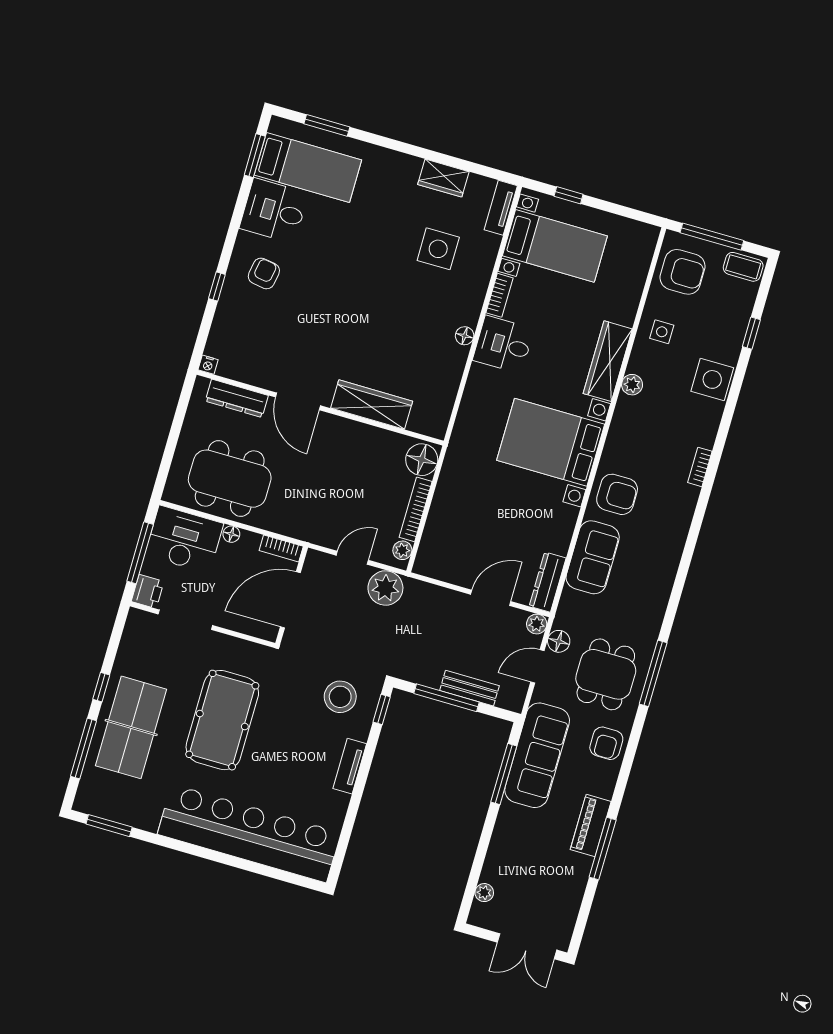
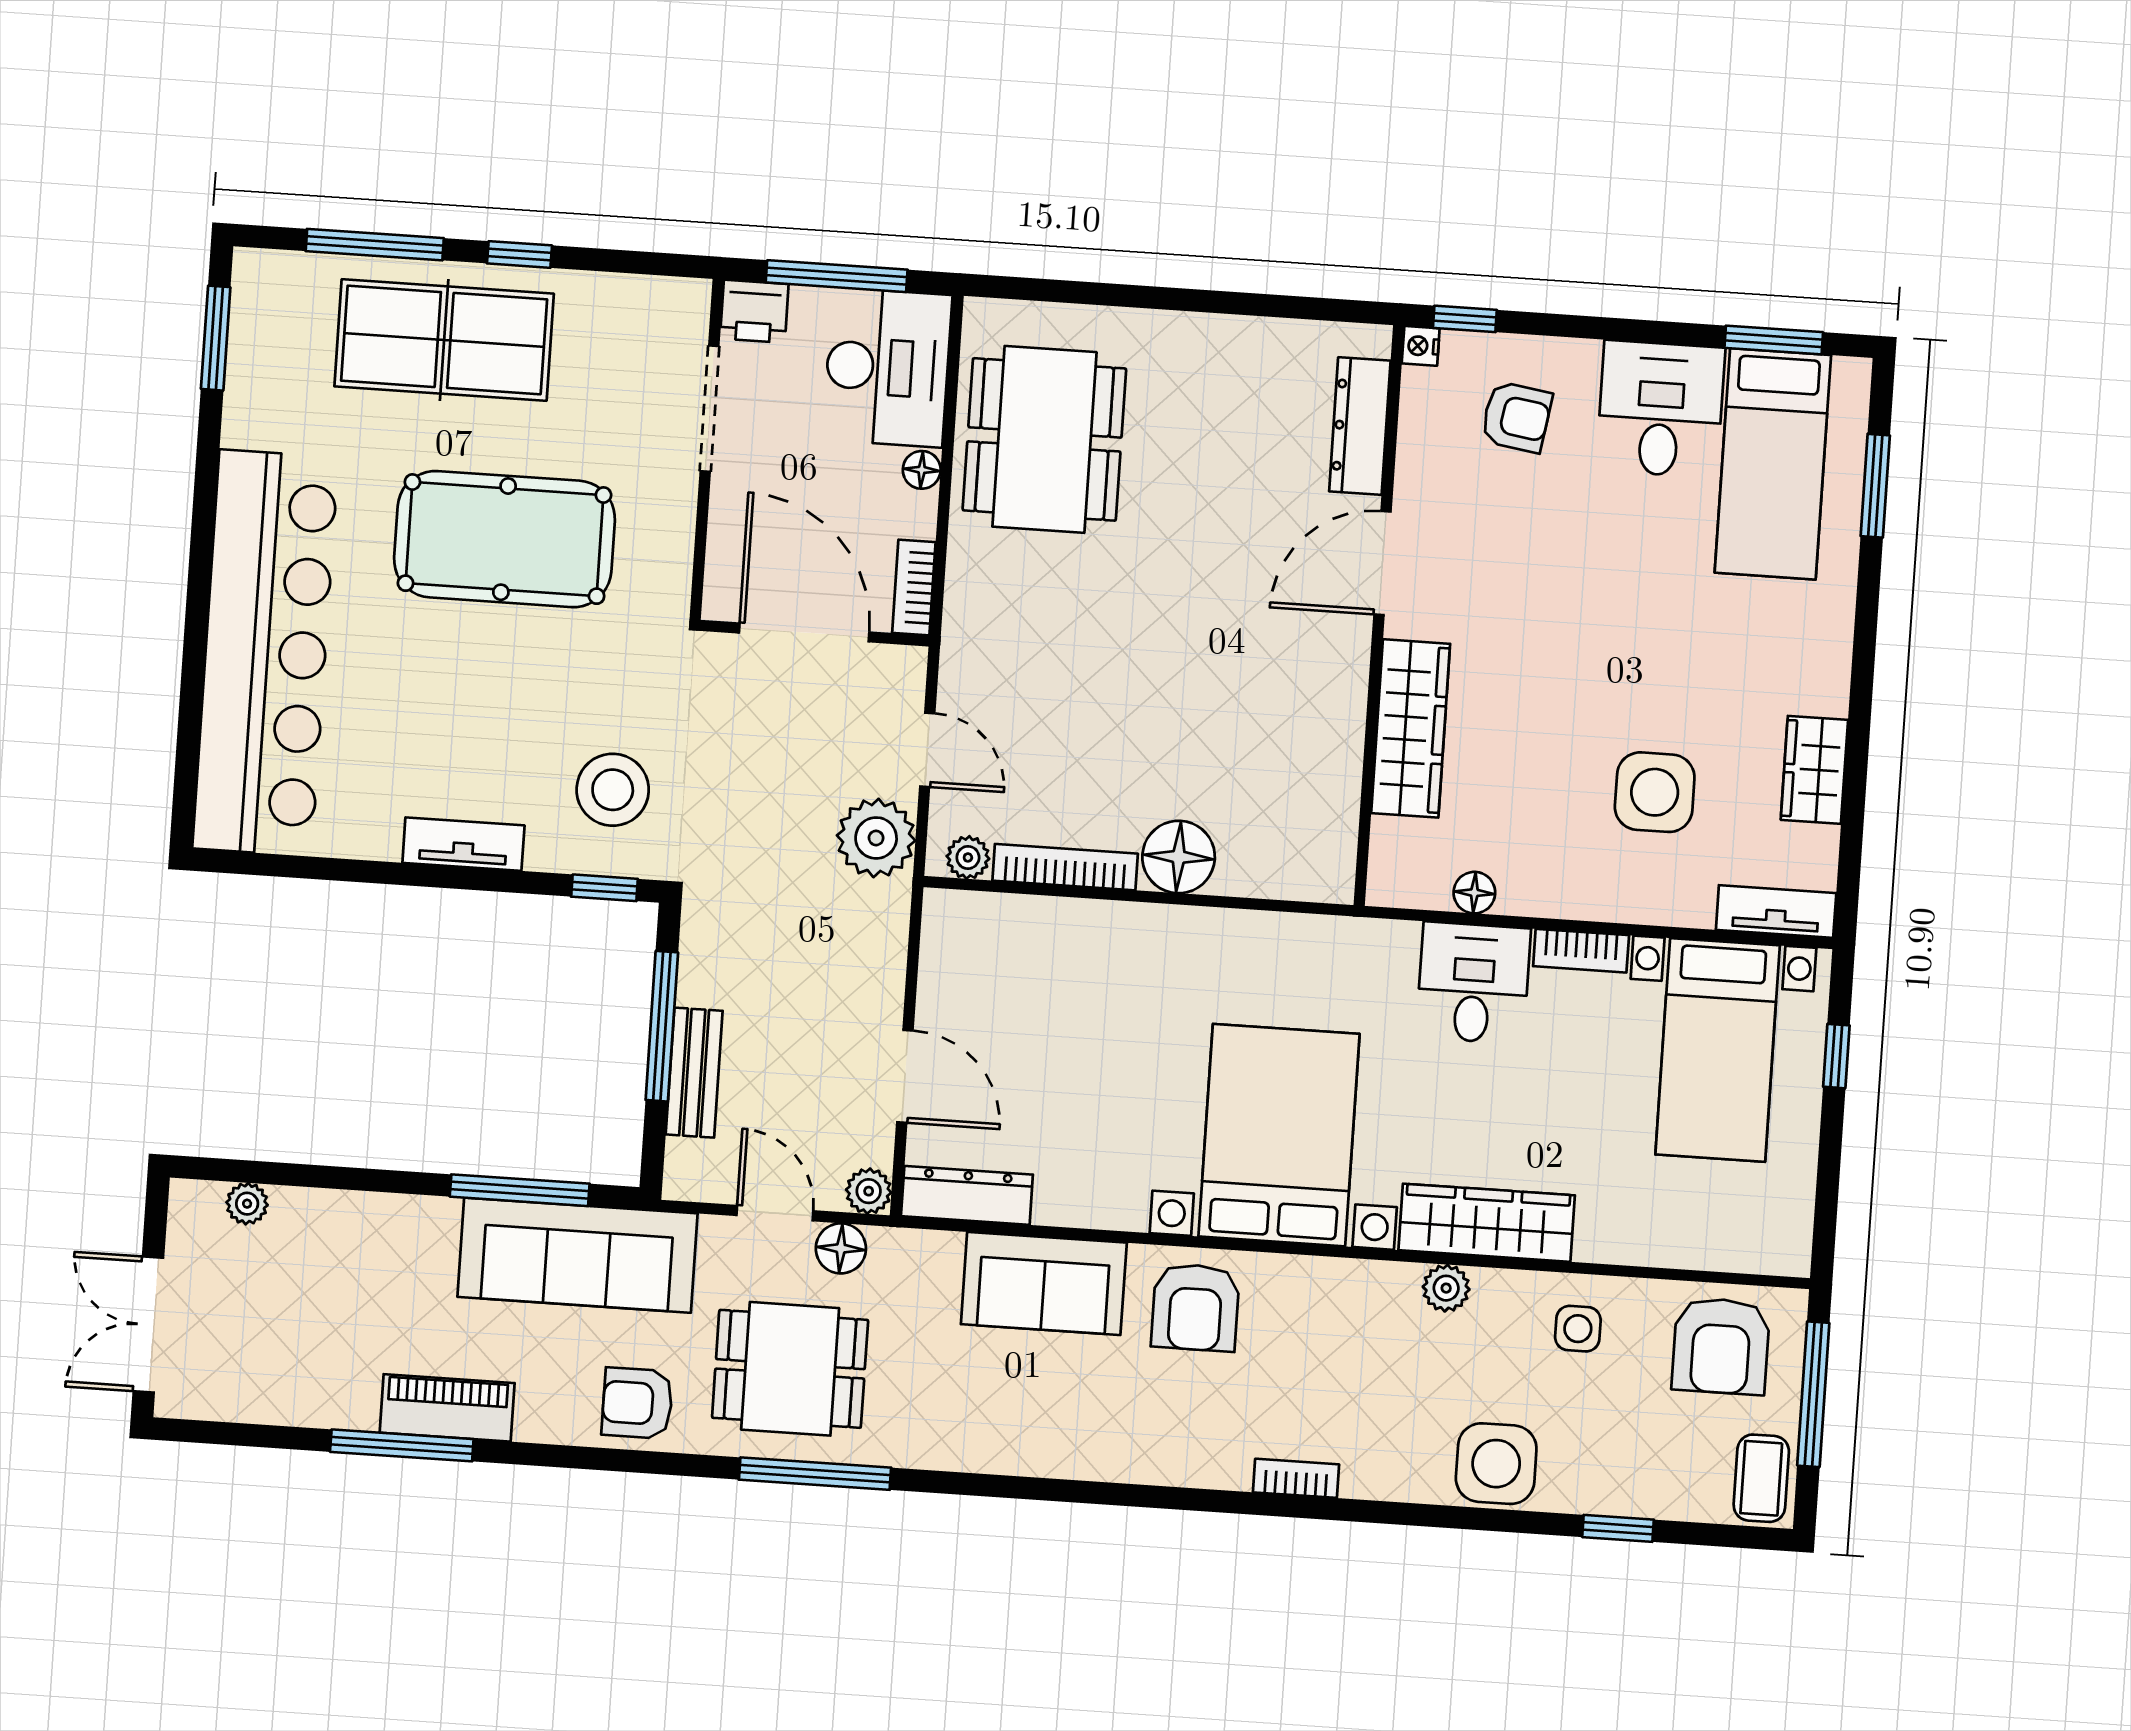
nightstand: (208, 365) -> (1421, 346), moved
dresser: (237, 398) -> (1360, 426), moved
door: (298, 401) -> (1383, 563), moved
wardrobe: (372, 405) -> (1411, 728), moved
wall: (320, 408) -> (1379, 616), moved

